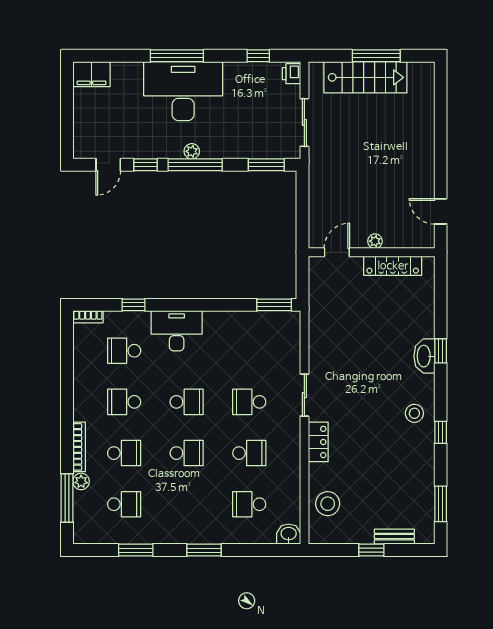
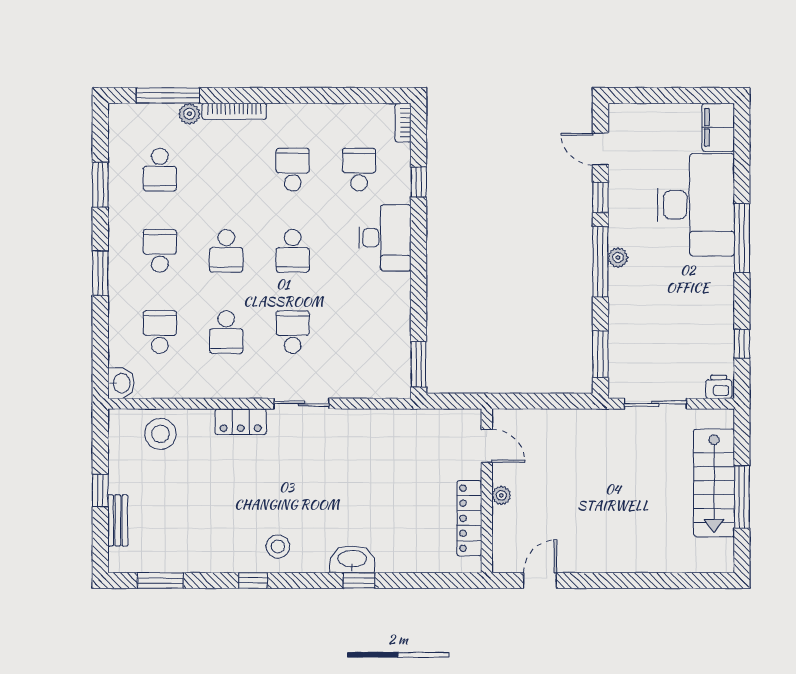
desk: (183, 91) -> (696, 205), moved
school desk: (124, 453) -> (160, 251), moved, turned 180

